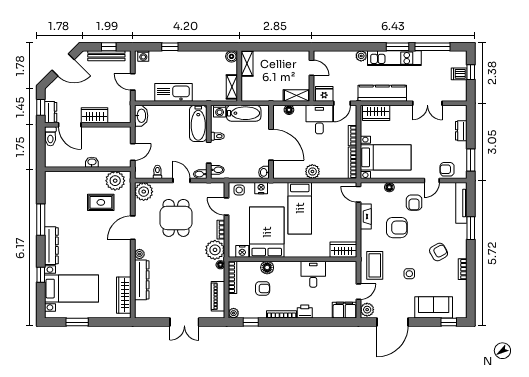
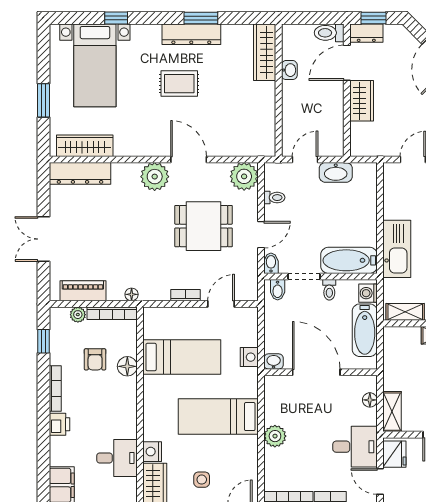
kitchen sink: (174, 92) -> (397, 249), moved
washbasin: (141, 116) -> (336, 172), moved
door: (271, 145) -> (316, 372), swing flipped
door: (133, 152) -> (305, 159), swing flipped
washbasin: (92, 162) -> (289, 70), moved
wardrobe: (63, 178) -> (265, 52), added
plant: (115, 181) -> (261, 133), removed
side table: (239, 190) -> (202, 480), moved
rug: (101, 202) -> (179, 84), moved, turned 90
window: (41, 220) -> (201, 18), width x0.69
bed: (267, 232) -> (182, 357), width x0.67
dresser: (51, 246) -> (191, 34), moved
plant: (215, 250) -> (154, 286), removed
nightstand: (242, 251) -> (152, 452), moved
plant: (139, 254) -> (155, 177), width x1.88, depth x1.88
desk: (313, 274) -> (117, 458), moved
dresser: (142, 280) -> (80, 173), moved
plant: (234, 313) -> (78, 315), moved
window: (77, 322) -> (43, 100), moved

